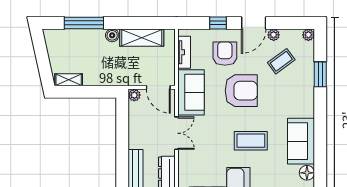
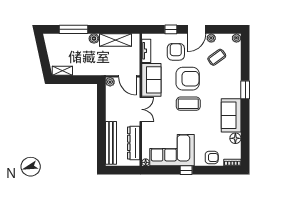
window: (320, 74) -> (245, 90), moved
coffee table: (251, 141) -> (188, 104), moved

